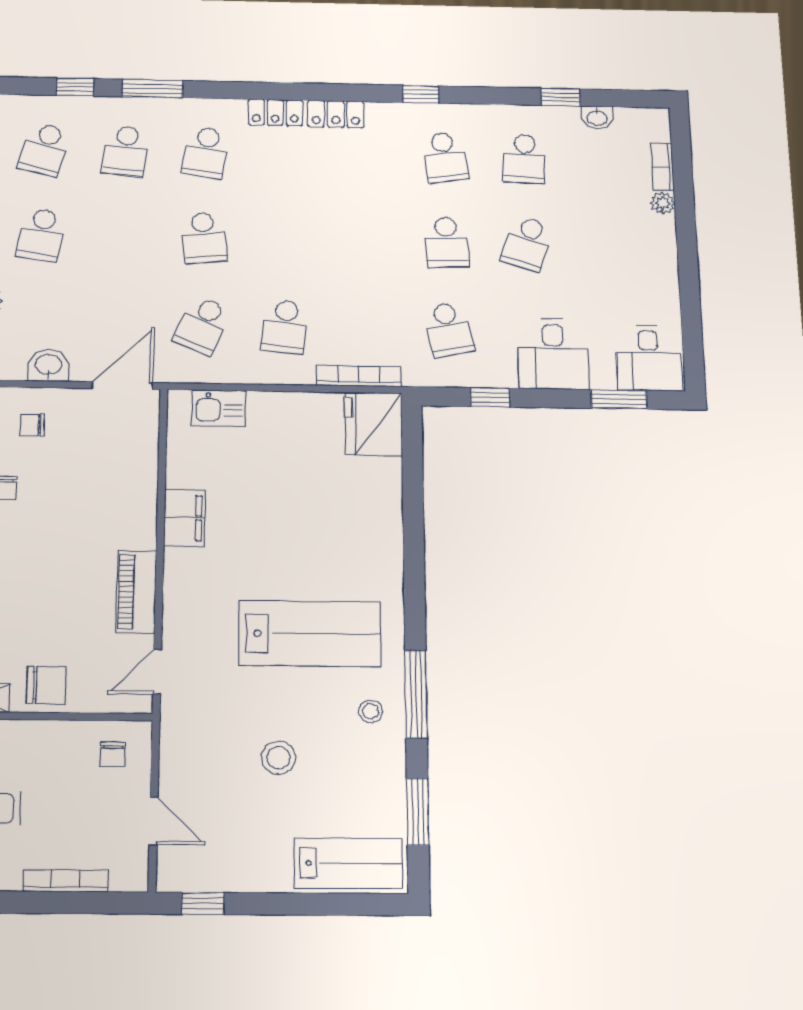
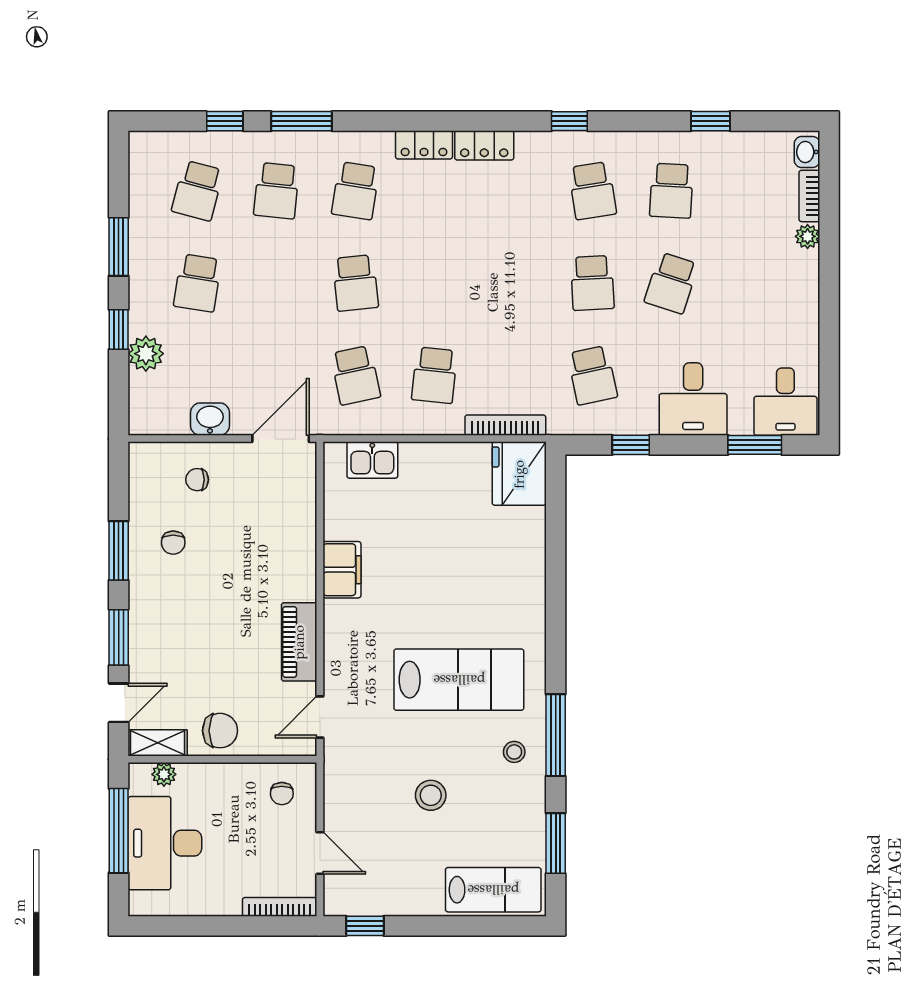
washbasin: (597, 118) -> (807, 152), moved, turned 90
school desk: (202, 325) -> (355, 375), turned -36
bookcase: (65, 881) -> (280, 907), moved

